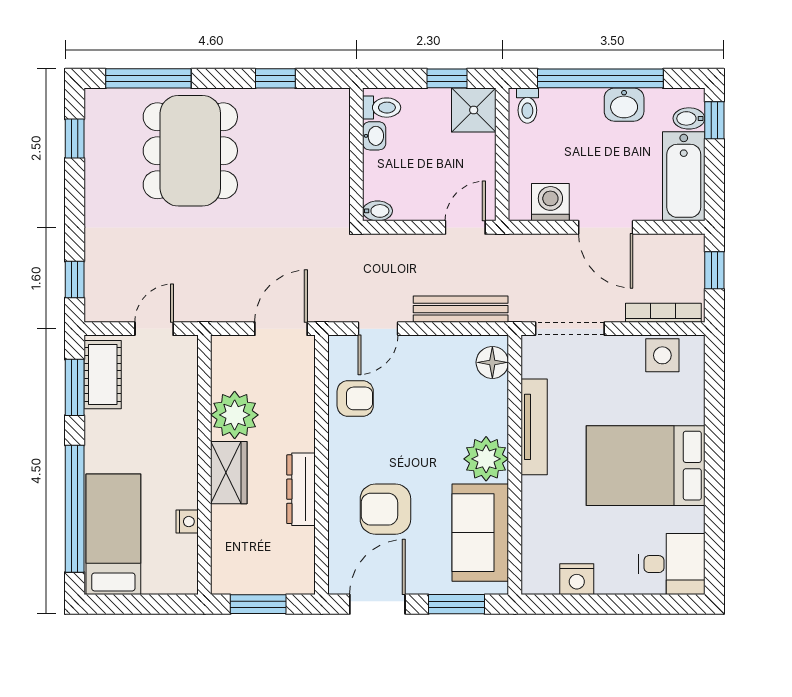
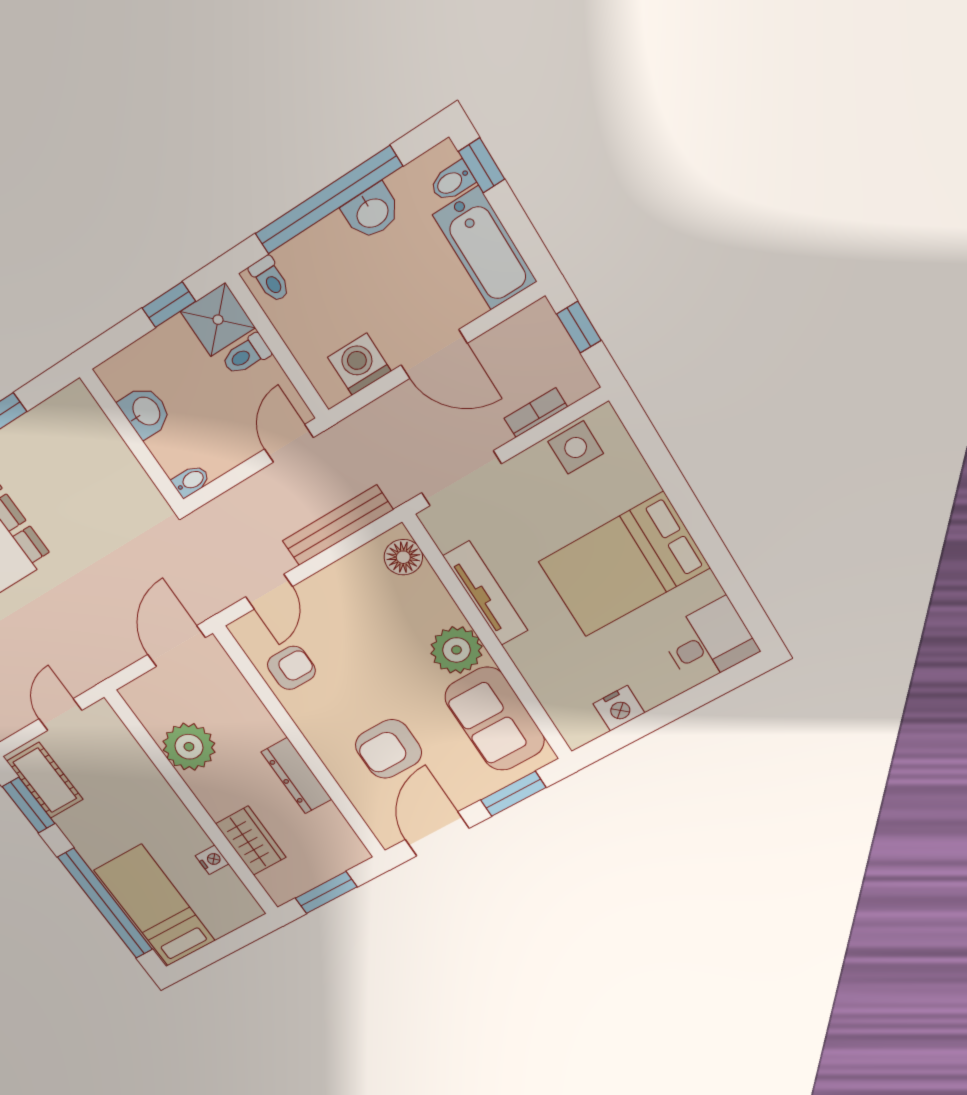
toilet: (382, 108) -> (246, 355), moved, turned 180
washbasin: (374, 136) -> (145, 412), width x1.38, depth x1.45
bookcase: (663, 313) -> (536, 413), width x0.64
wardrobe: (229, 473) -> (251, 841), moved

